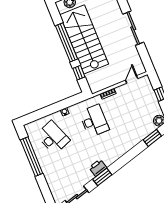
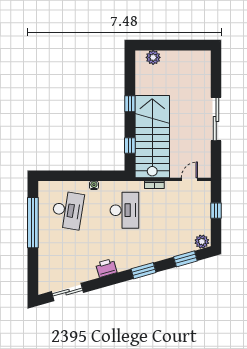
stairs: (84, 39) -> (152, 137), moved
window: (67, 42) -> (130, 104), width x0.32
desk: (53, 138) -> (68, 210), turned 30
window: (102, 177) -> (143, 271), moved

